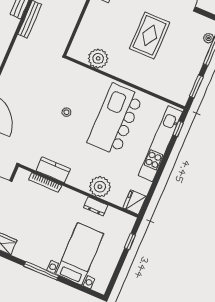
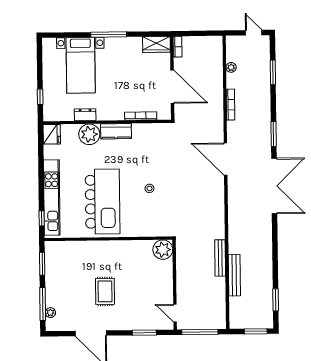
rug: (150, 35) -> (105, 291), width x0.73, depth x0.70
plant: (98, 58) -> (163, 250), moved
kitchen counter: (53, 170) -> (116, 131), moved

